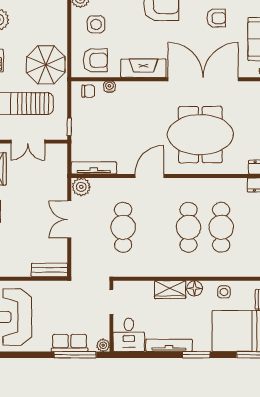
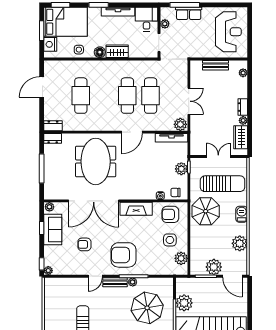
plant: (80, 124) -> (181, 169), added
meeting table: (200, 135) -> (96, 161), turned 90
cafe table: (188, 227) -> (127, 96), moved
bench: (49, 270) -> (216, 65), moved
plant: (103, 345) -> (165, 24), moved

